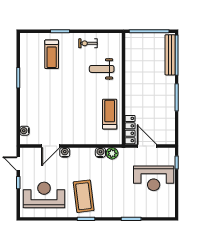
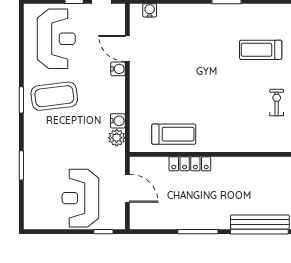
weight bench: (102, 69) -> (239, 123), removed
locker: (130, 130) -> (190, 164), moved
door: (147, 146) -> (127, 188), hinge flipped

